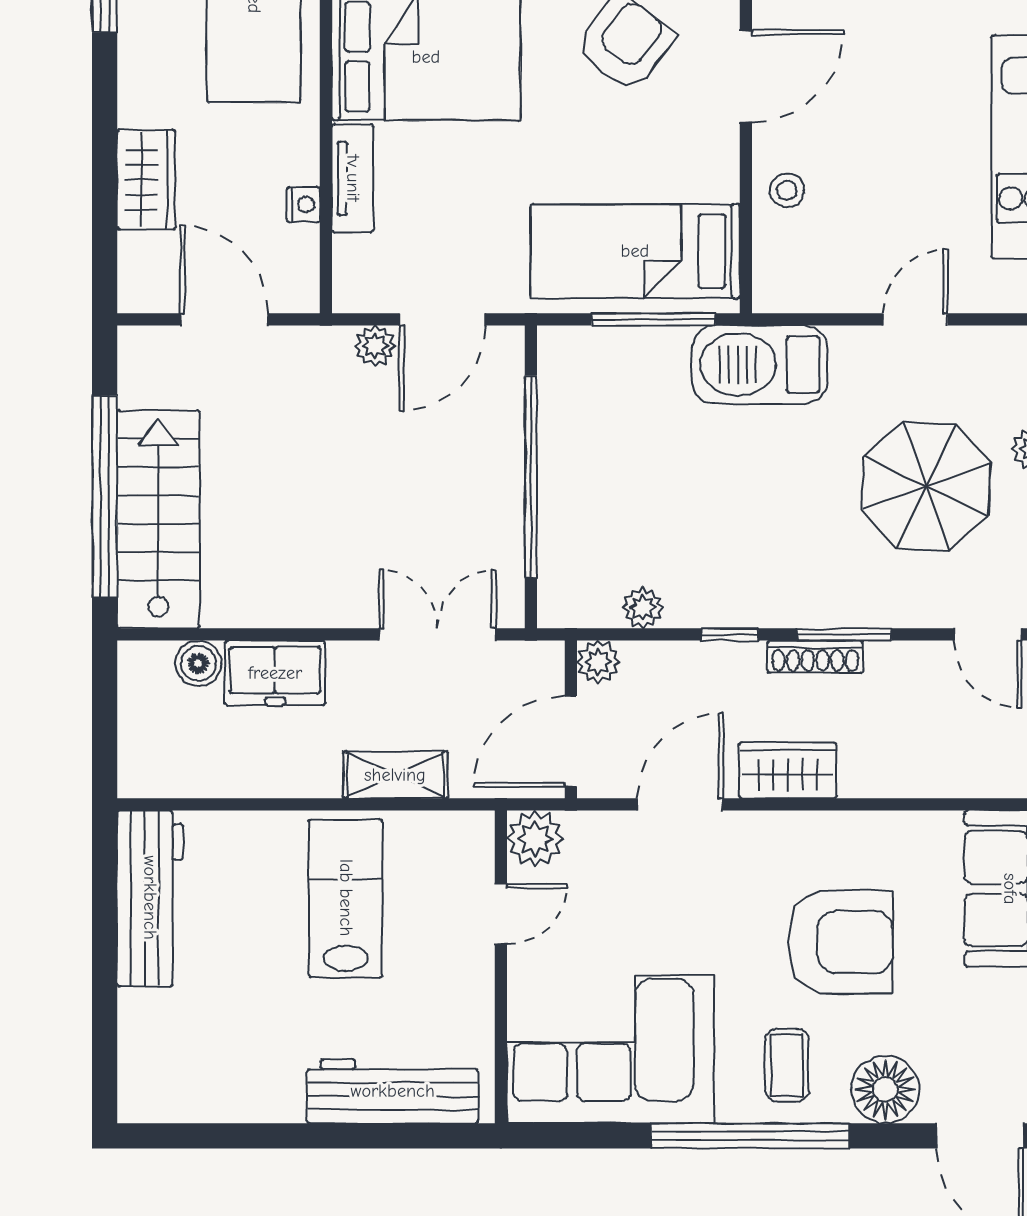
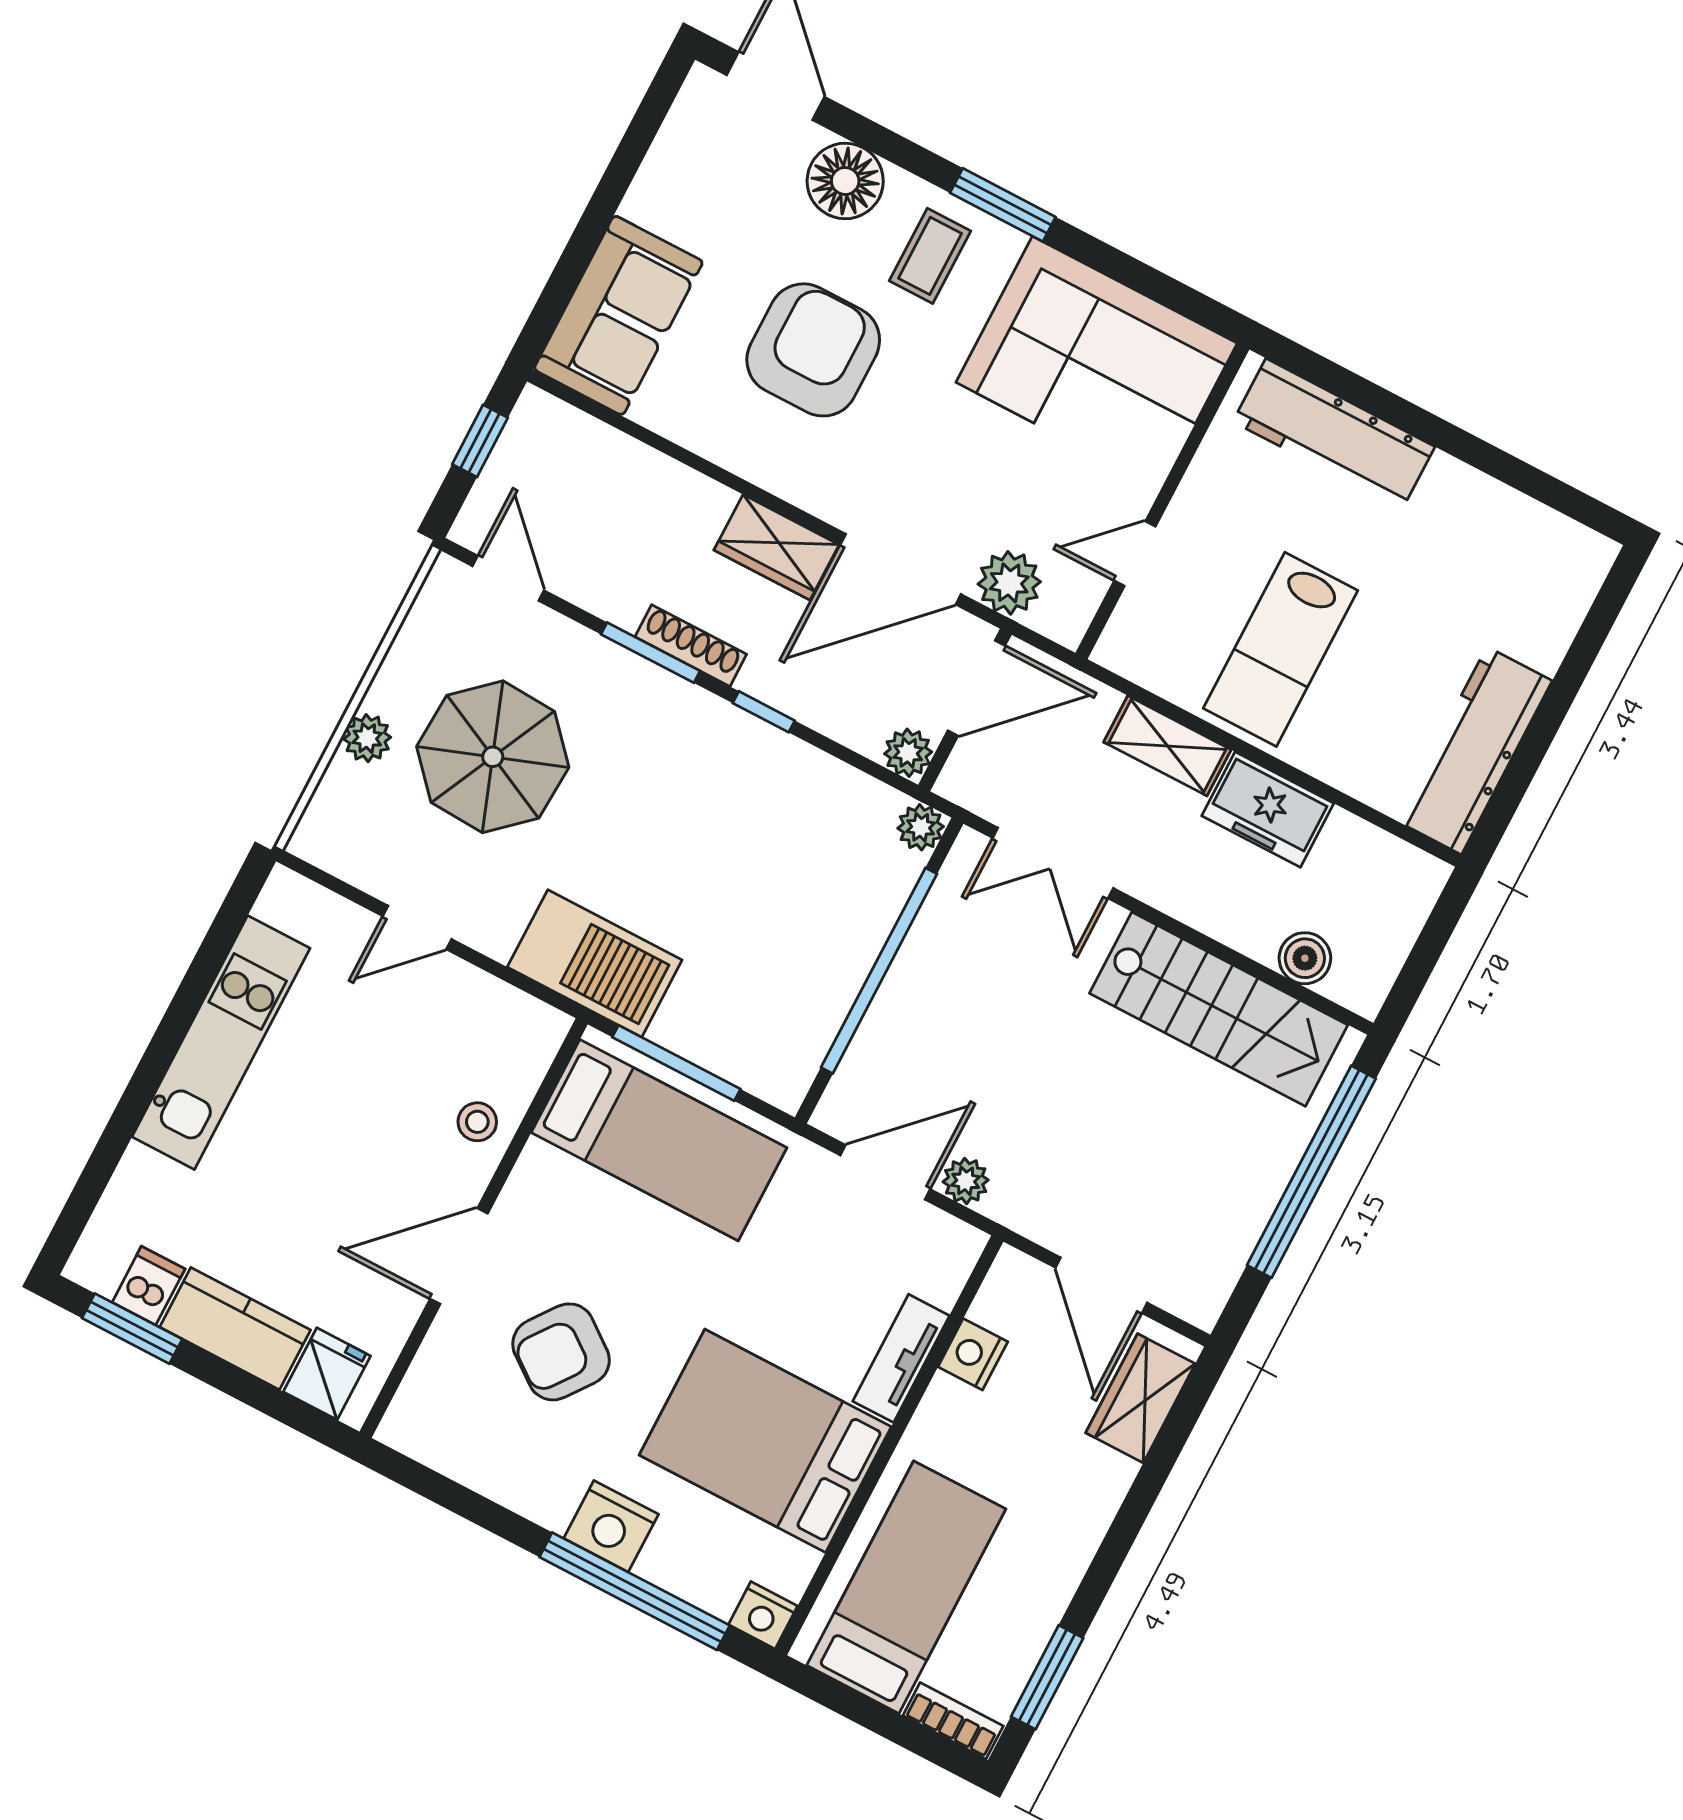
wardrobe: (146, 180) -> (1141, 1398), moved
nightstand: (303, 205) -> (973, 1354), width x1.39, depth x1.35
stairs: (158, 519) -> (1219, 1009), moved, turned -90
plant: (643, 608) -> (921, 827), moved
freezer: (275, 673) -> (1268, 810), moved, turned 180
door: (680, 804) -> (901, 569), width x1.36
plant: (535, 839) -> (1009, 583), moved
armchair: (841, 942) -> (813, 350), turned 90
window: (750, 1136) -> (1003, 205), width x0.47

